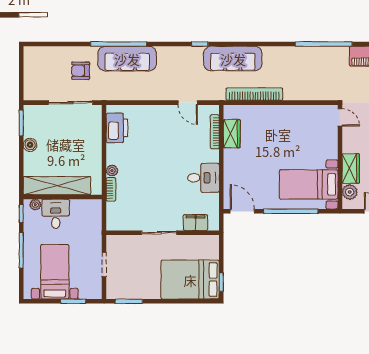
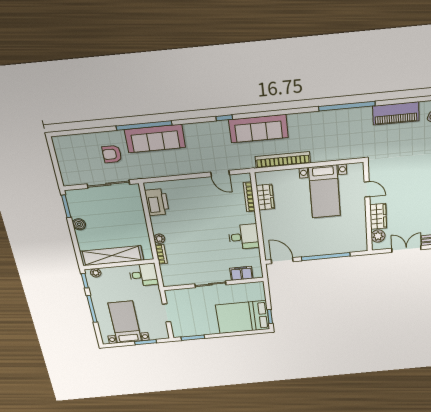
door: (340, 117) -> (367, 189), moved
bed with nightstands: (309, 184) -> (324, 192), moved, turned -90
desk: (56, 214) -> (144, 275), moved, turned 90

